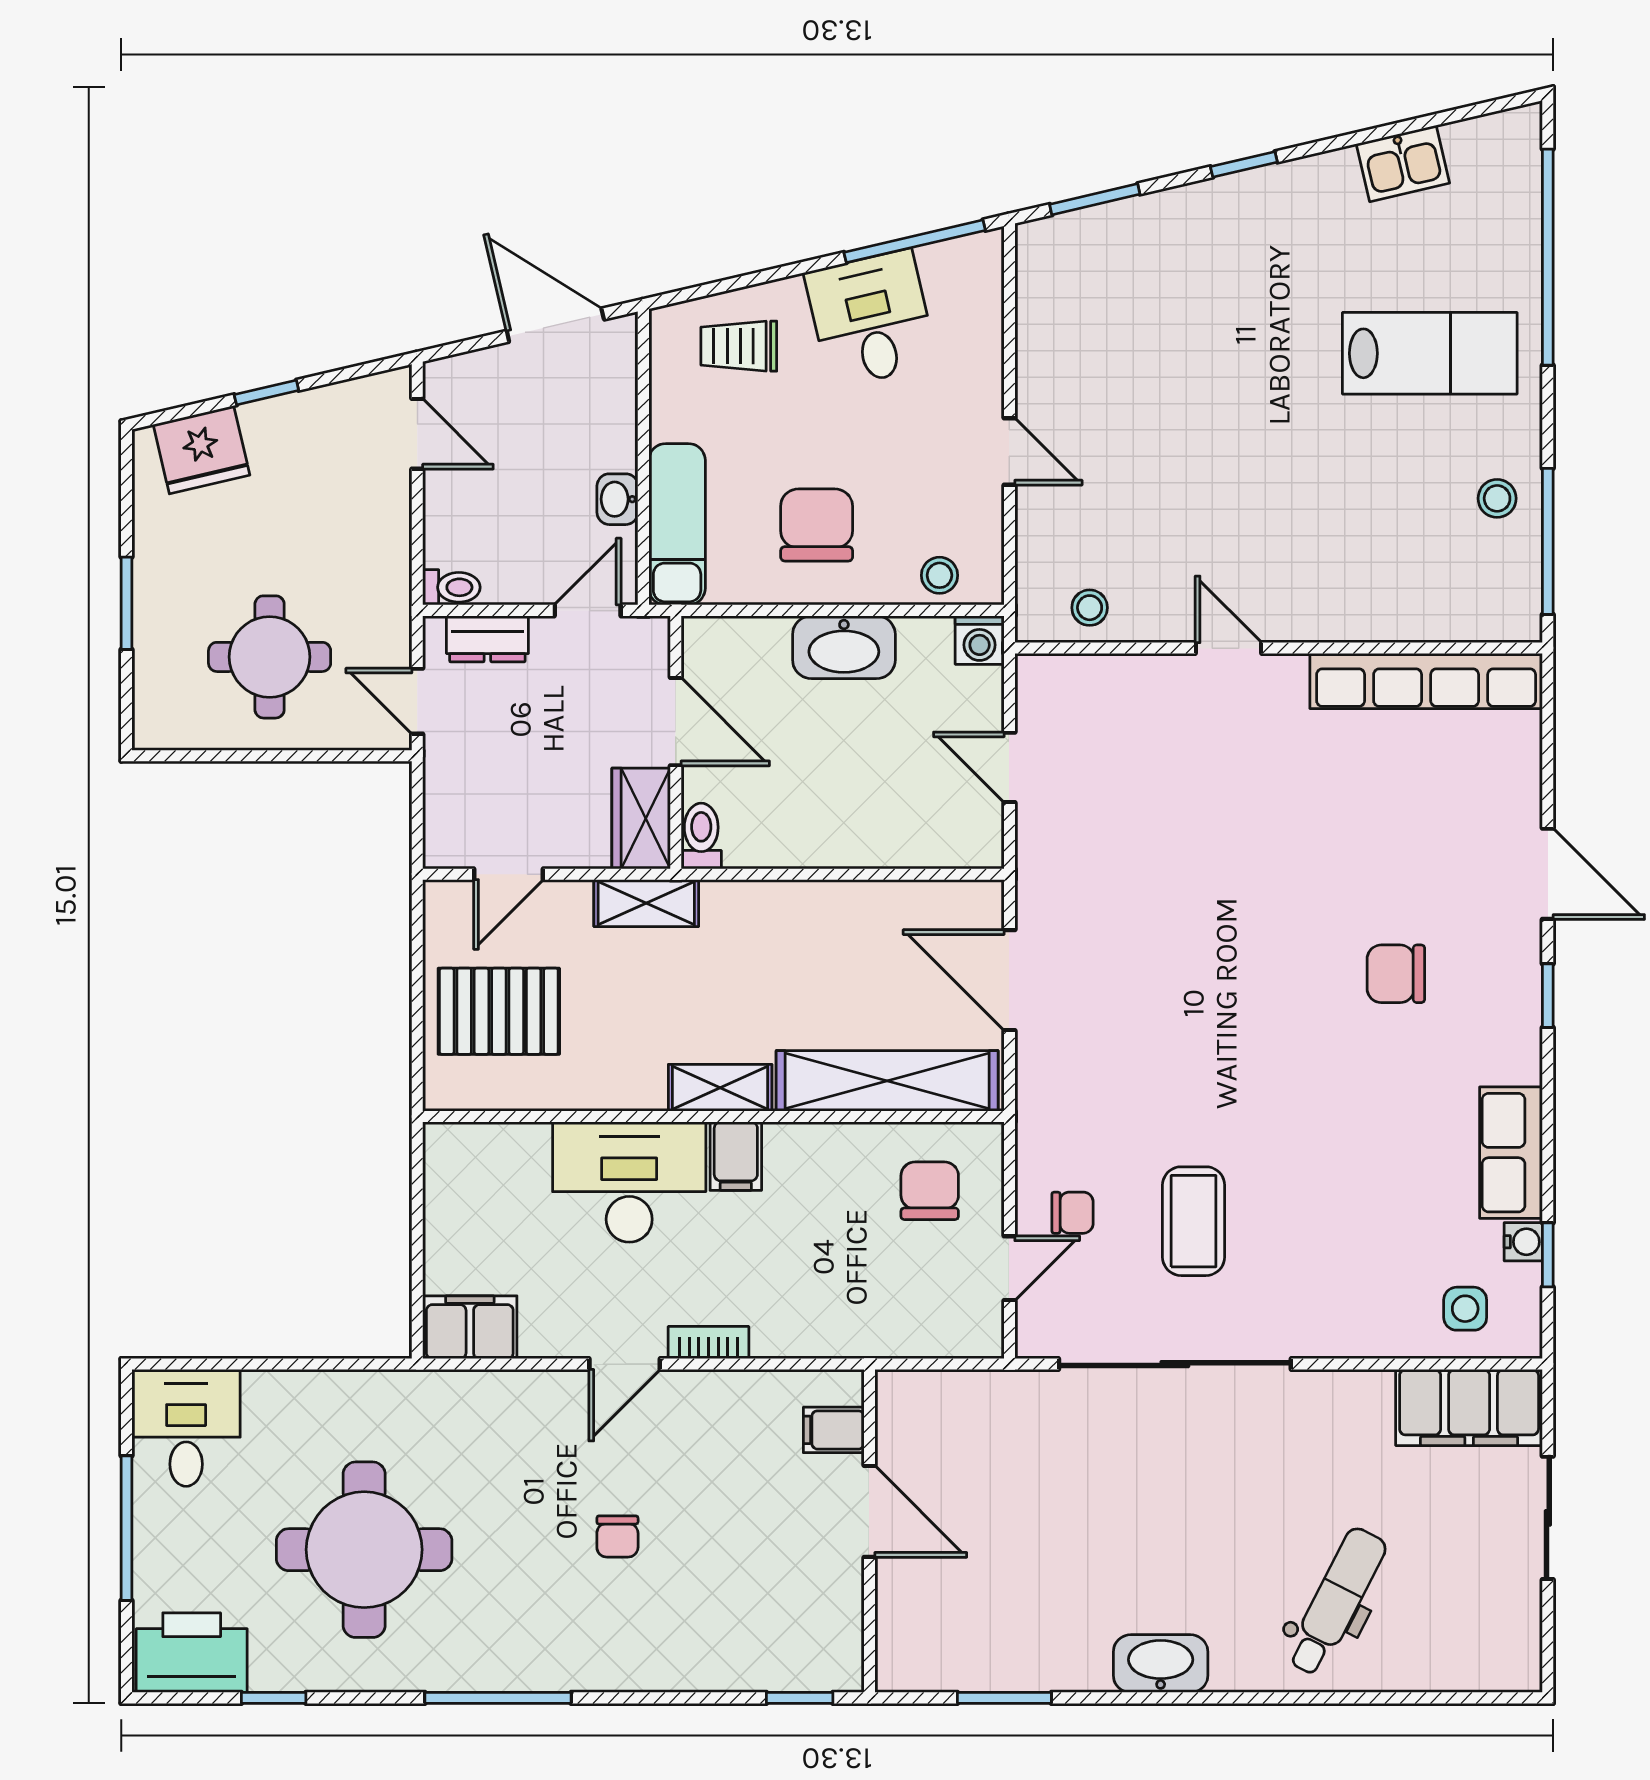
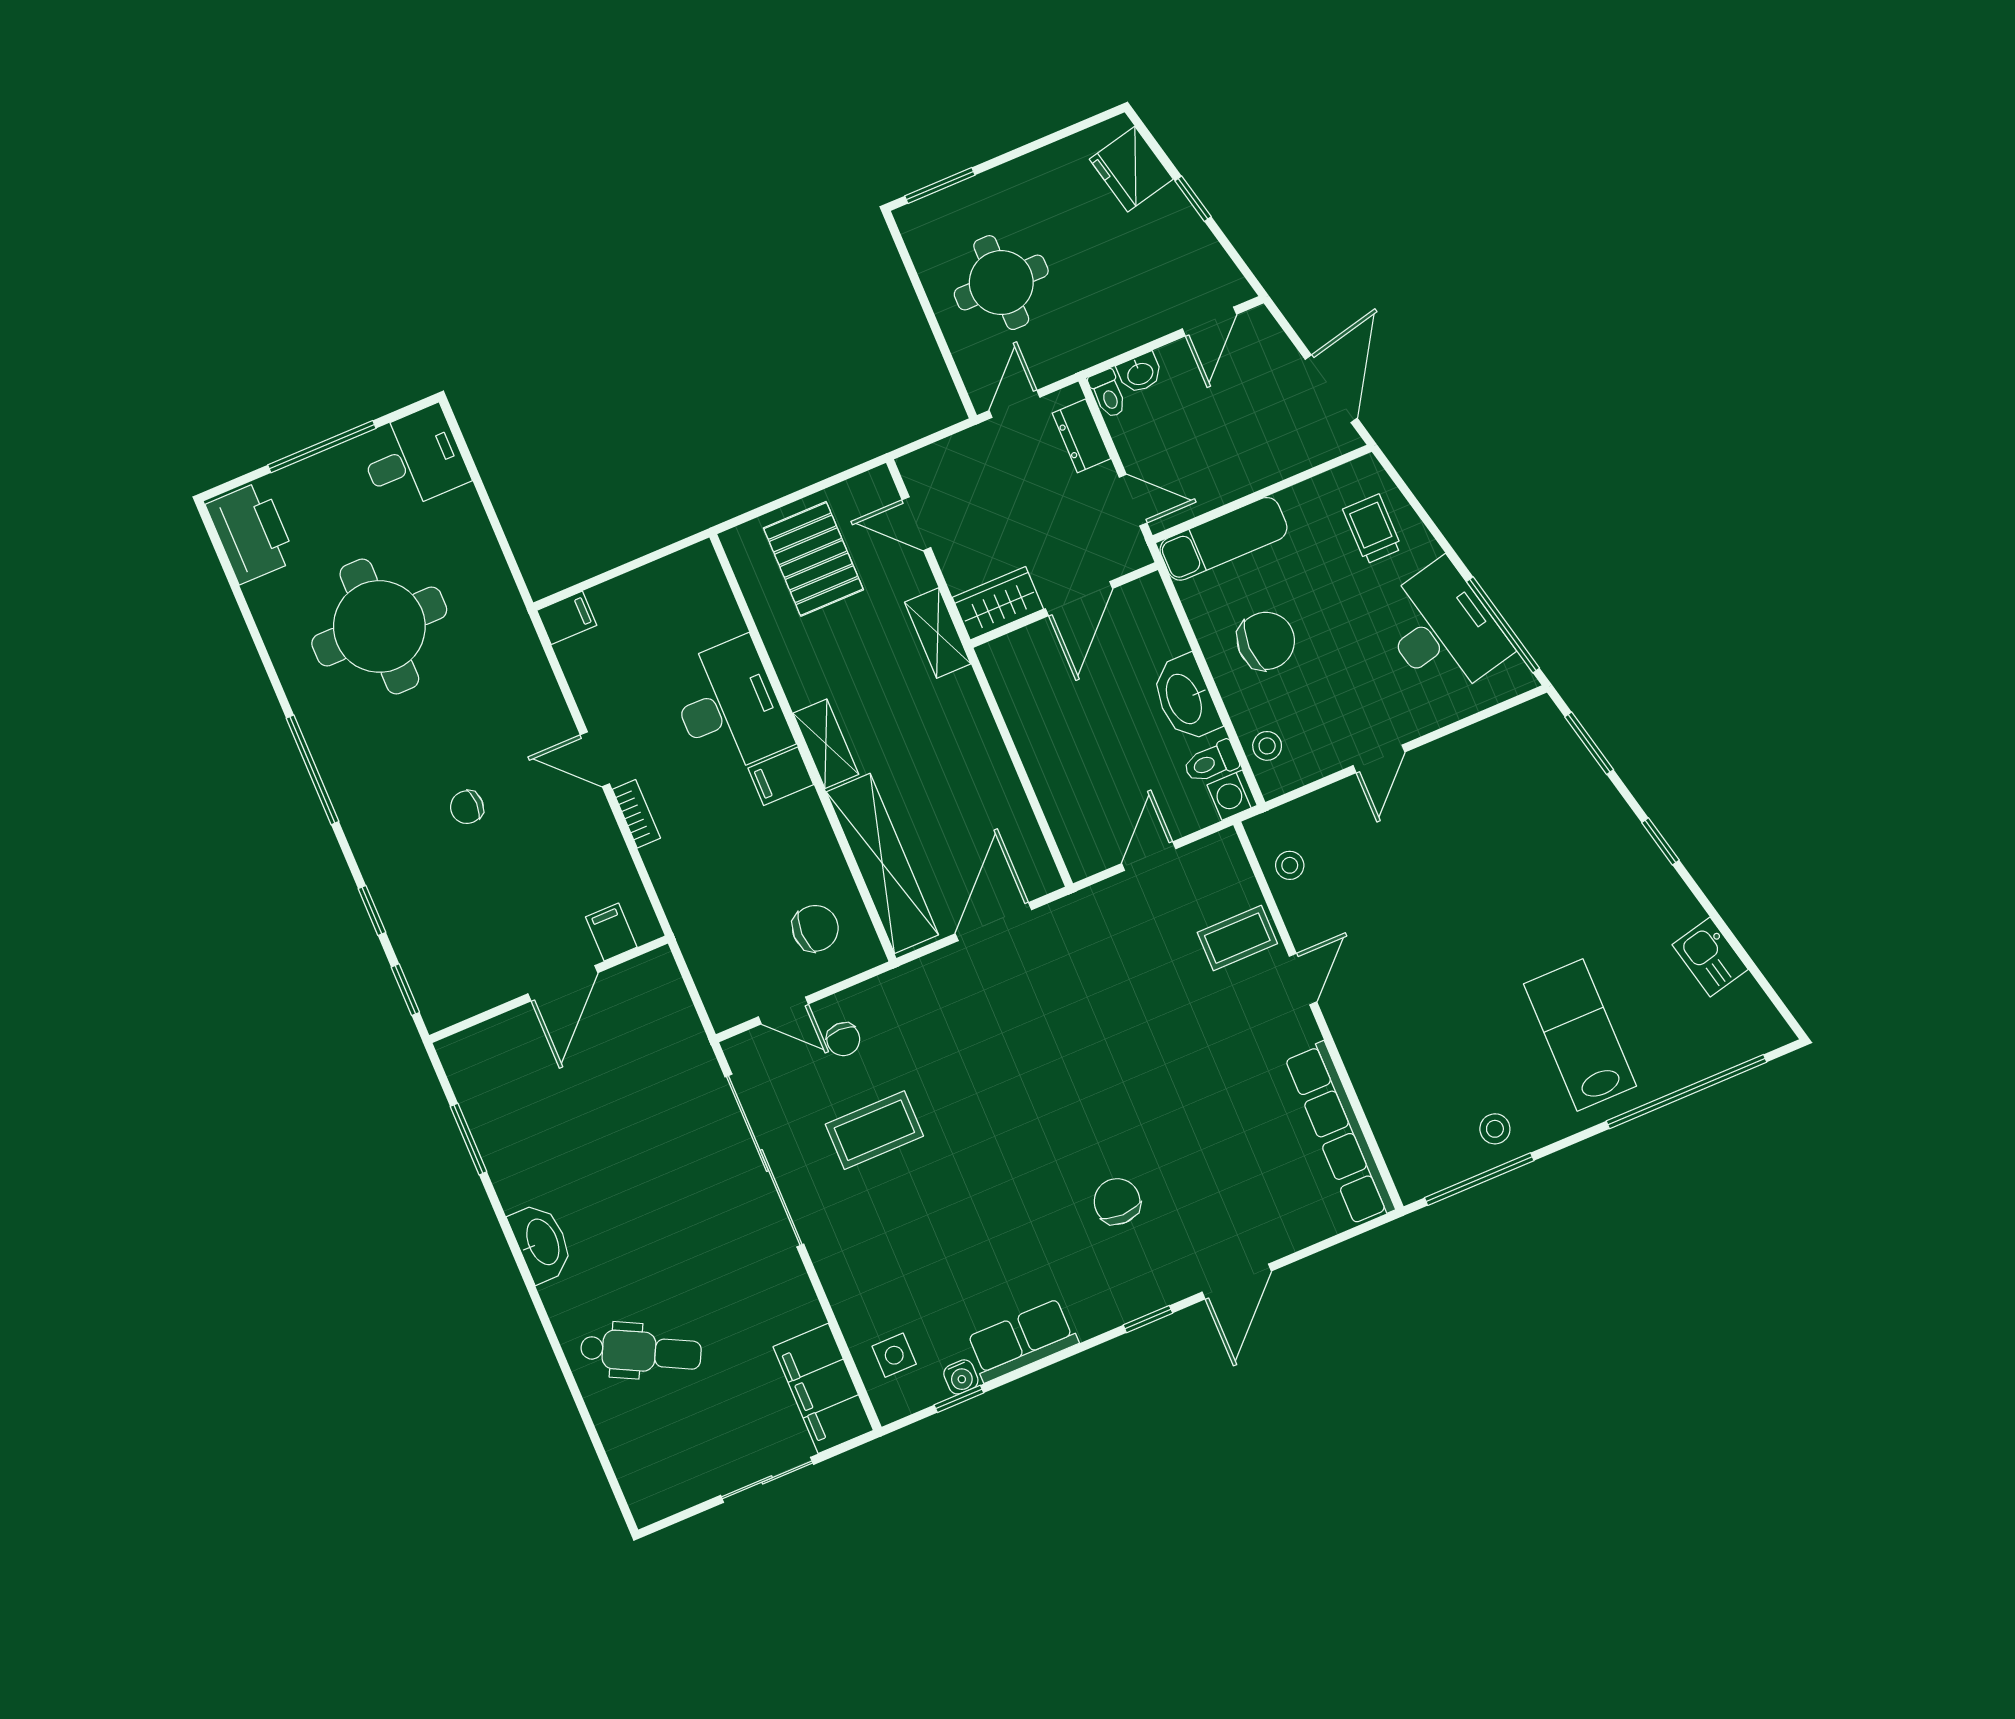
desk: (871, 319) -> (1443, 630), width x1.37
lab bench: (1430, 353) -> (1580, 1035), turned 180
washbasin: (617, 499) -> (1140, 373), moved, turned 180
window: (127, 603) -> (940, 186), moved
coffee table: (1148, 704) -> (1237, 938), added
toilet: (701, 836) -> (1211, 762), moved, turned 180
filing cabinet: (470, 1327) -> (567, 618), width x0.50
window: (274, 1698) -> (372, 910), moved

